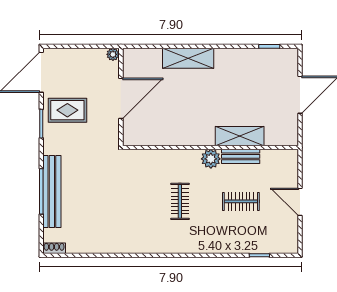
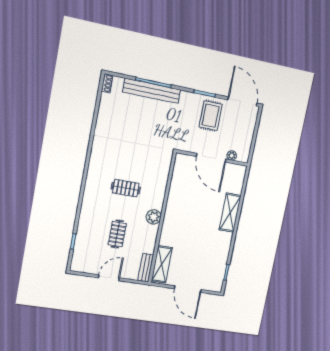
plant: (113, 54) -> (232, 156), moved
shelving: (240, 136) -> (162, 264), moved
bench: (241, 156) -> (146, 268), moved

